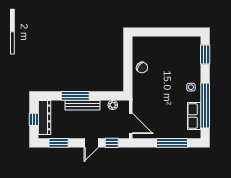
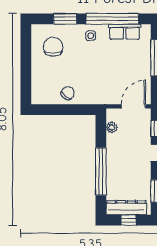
chair: (181, 55) -> (53, 47), added
window: (205, 55) -> (65, 19), moved
window: (75, 96) -> (101, 171), width x1.46
bench: (82, 105) -> (112, 163), removed

